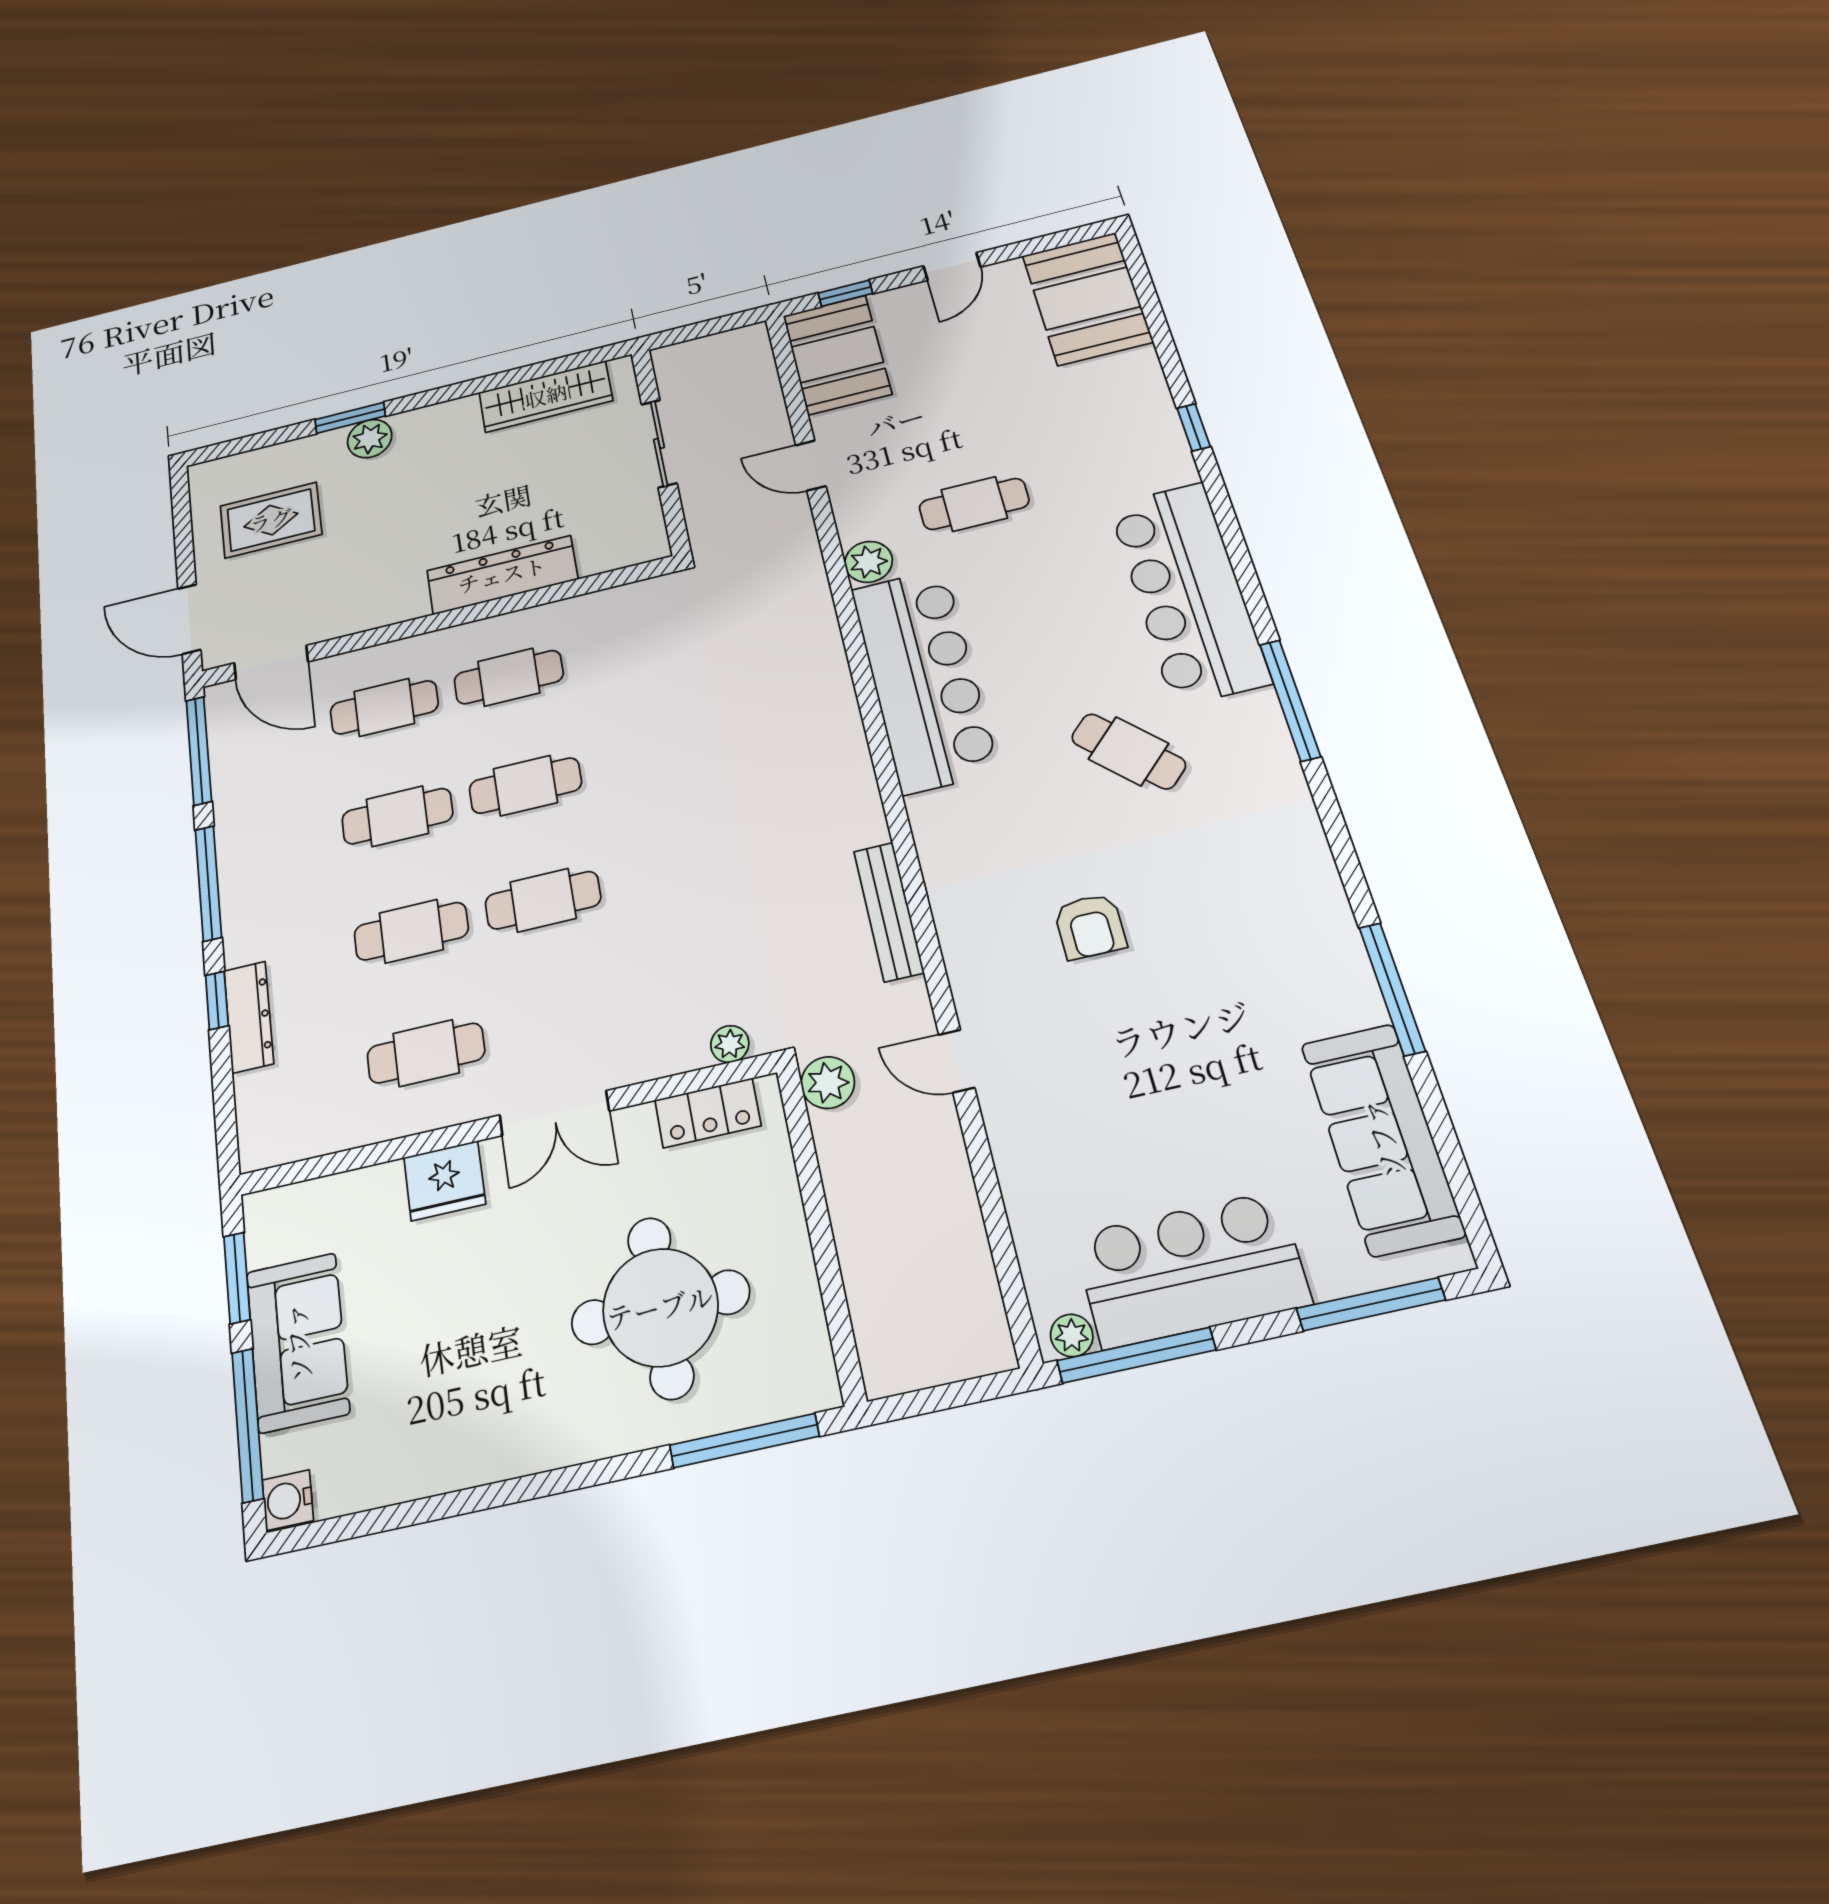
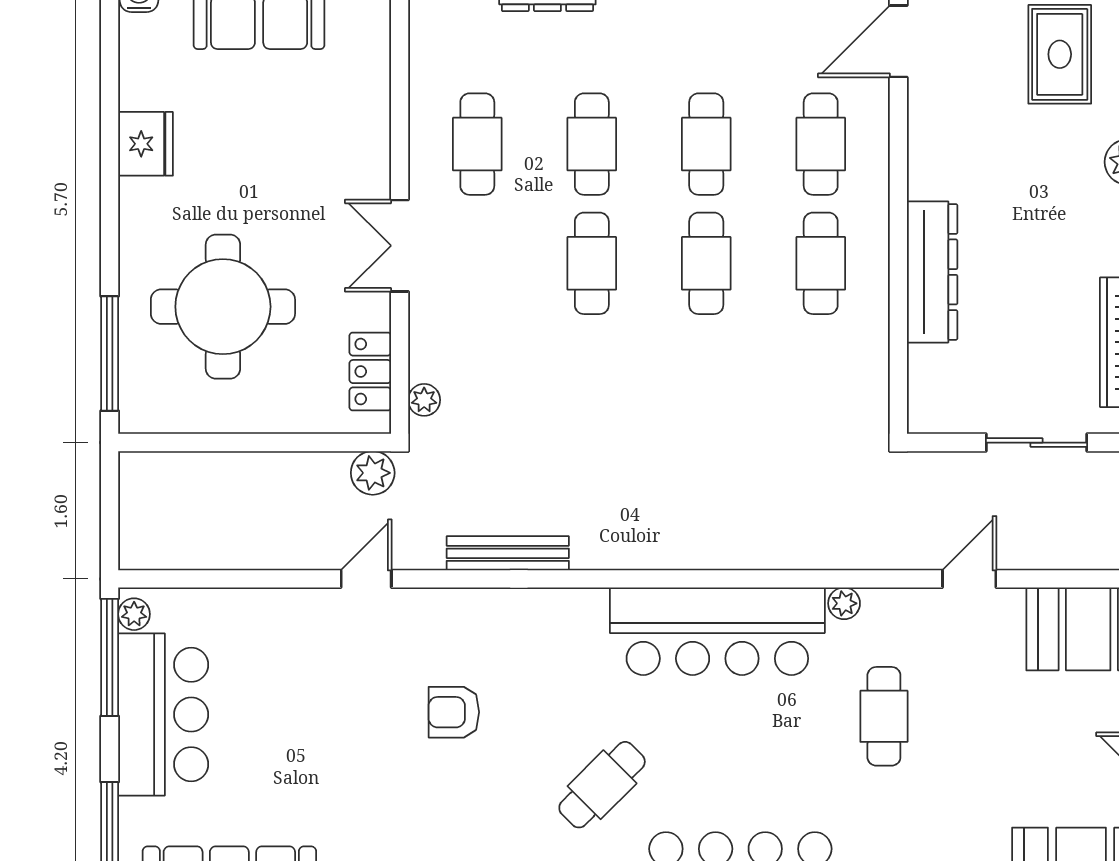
plant: (869, 562) -> (844, 603), width x0.73, depth x0.73
fridge: (445, 1181) -> (146, 144), moved, turned 180

